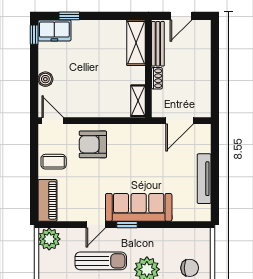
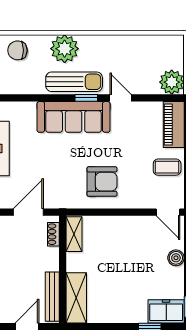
shoe rack: (157, 78) -> (53, 234), moved
armchair: (93, 144) -> (102, 182), moved
door: (96, 225) -> (121, 98), hinge flipped
sun lounger: (101, 261) -> (74, 82), moved, turned 180

